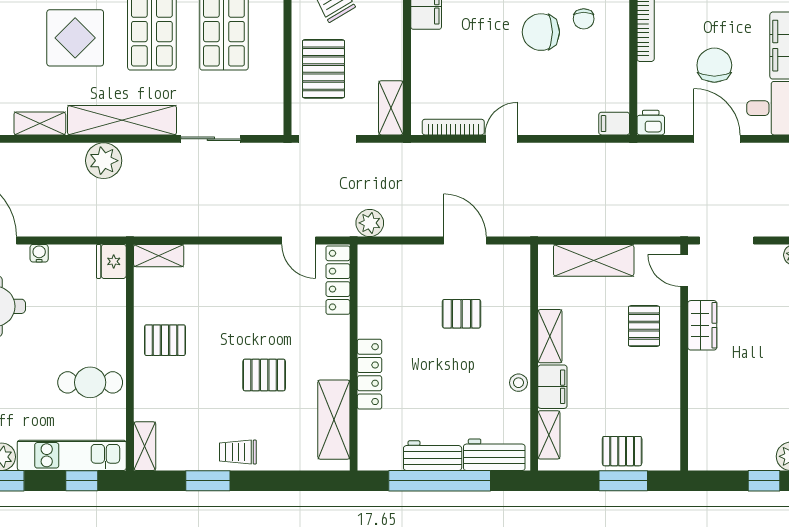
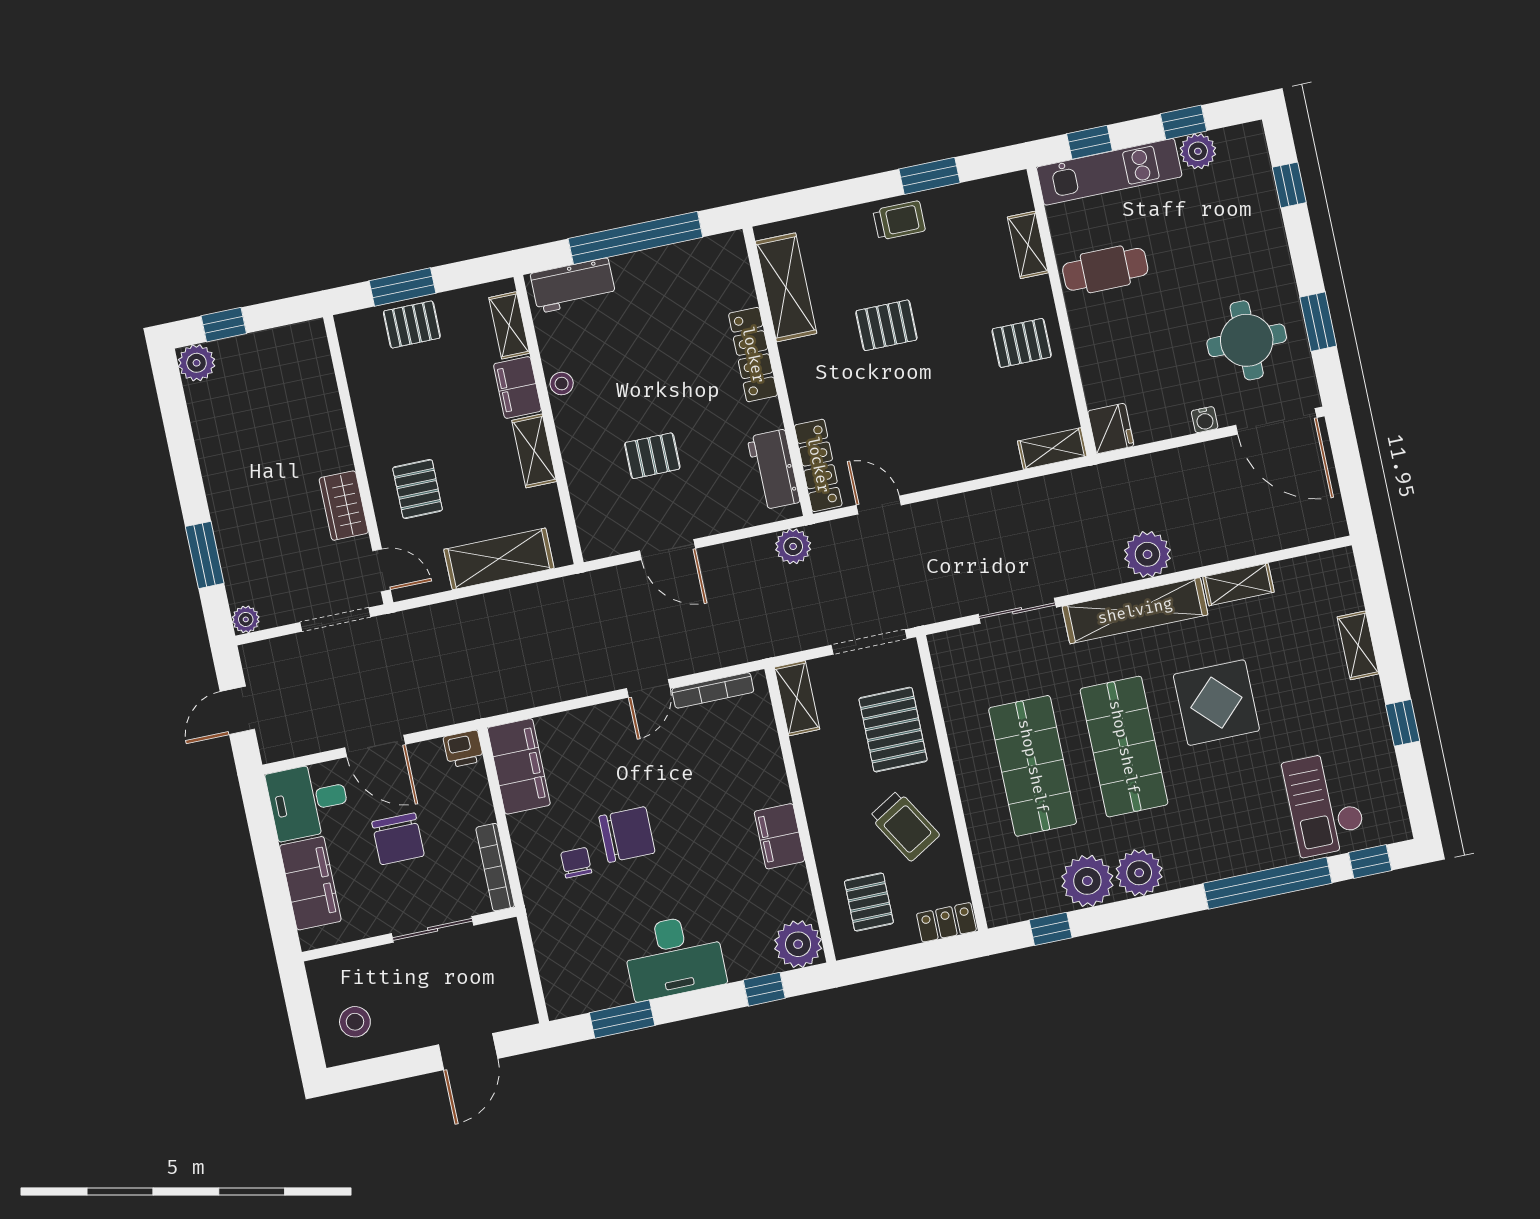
filing cabinet: (614, 124) -> (519, 766), width x3.00, depth x1.17
shelving: (145, 446) -> (1028, 245), moved
workbench: (433, 456) -> (773, 470), moved, turned 90

